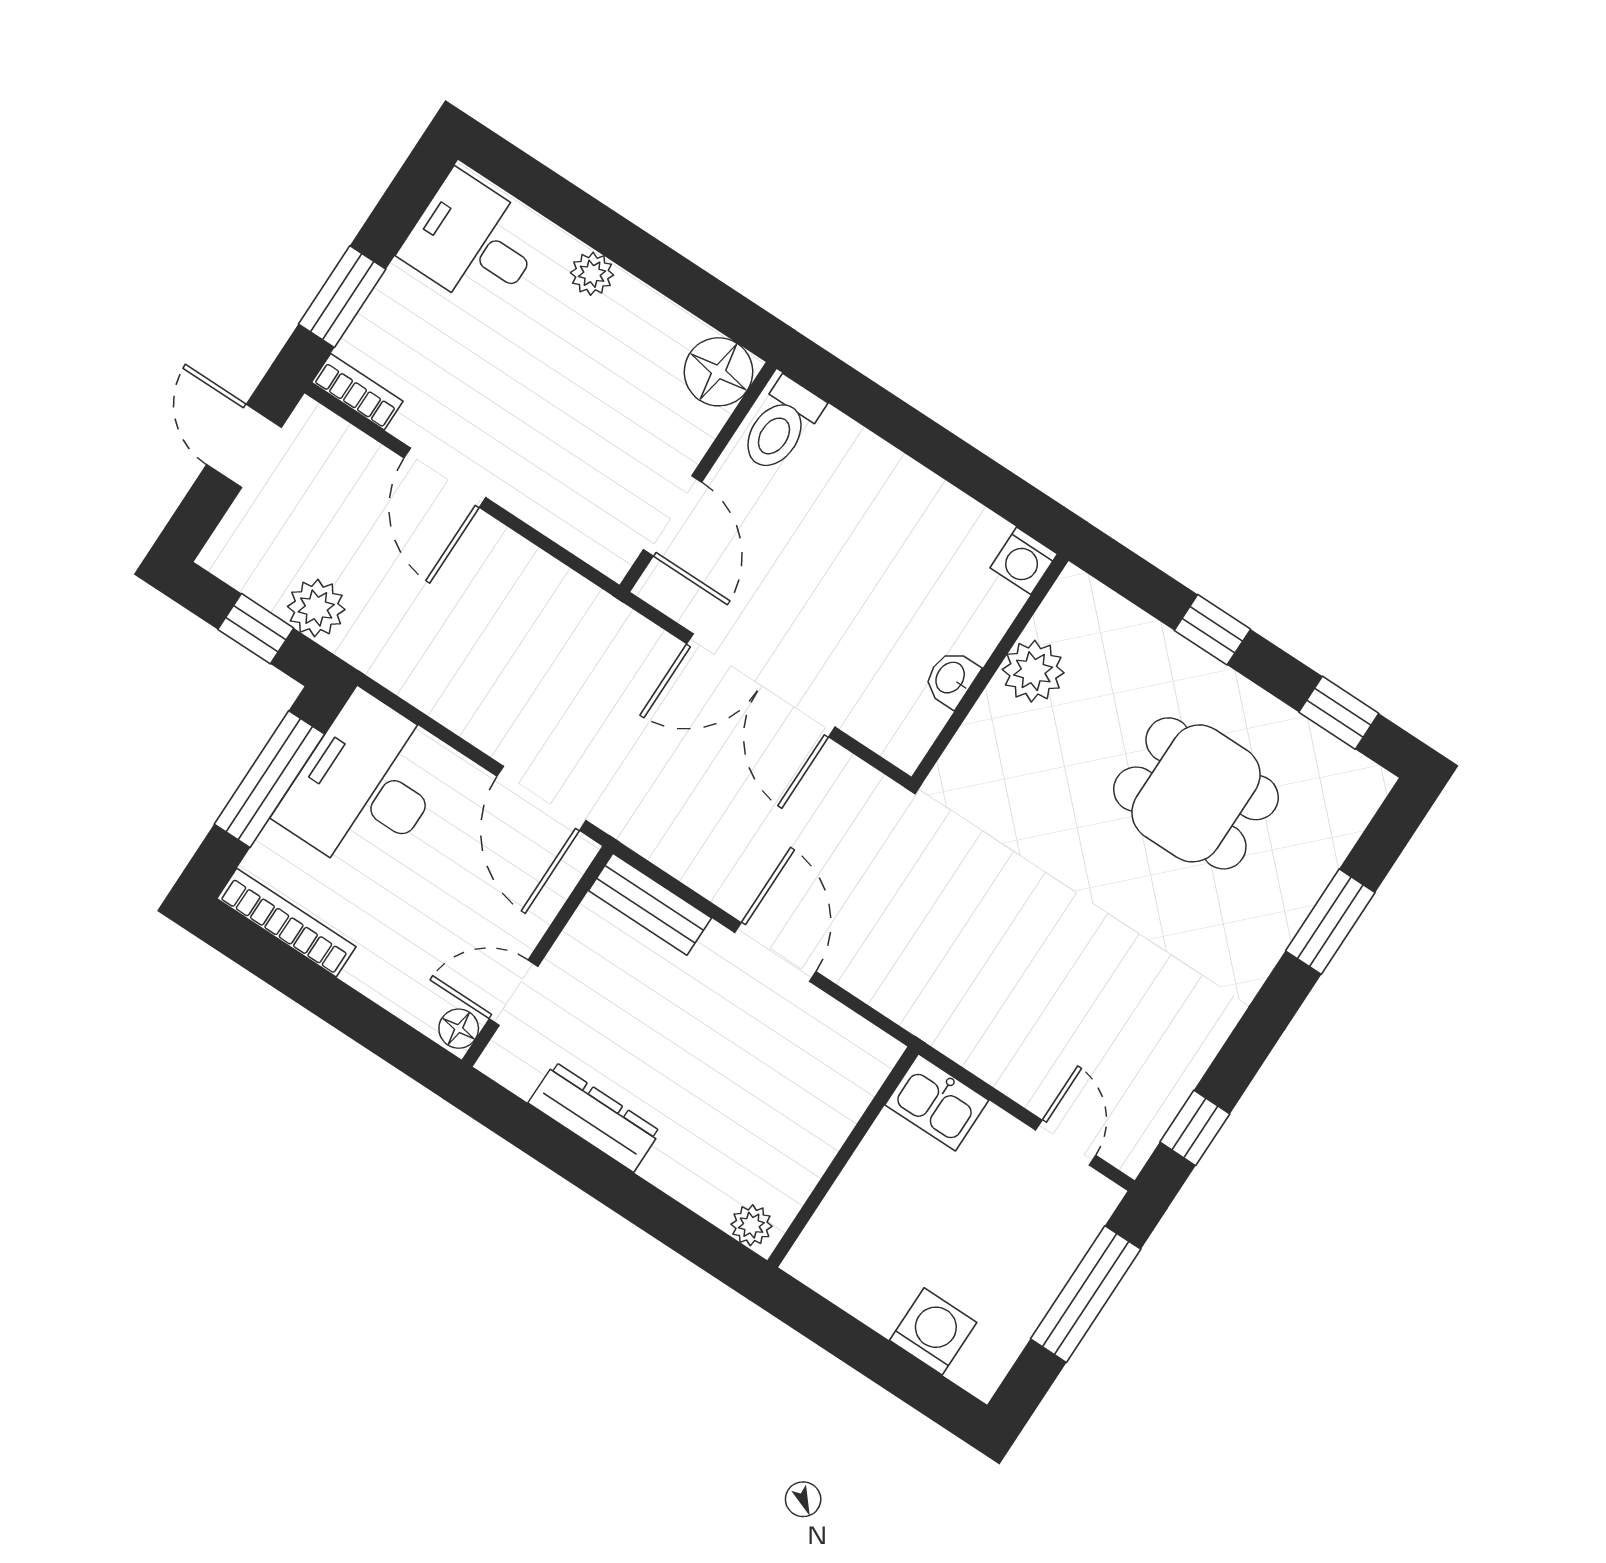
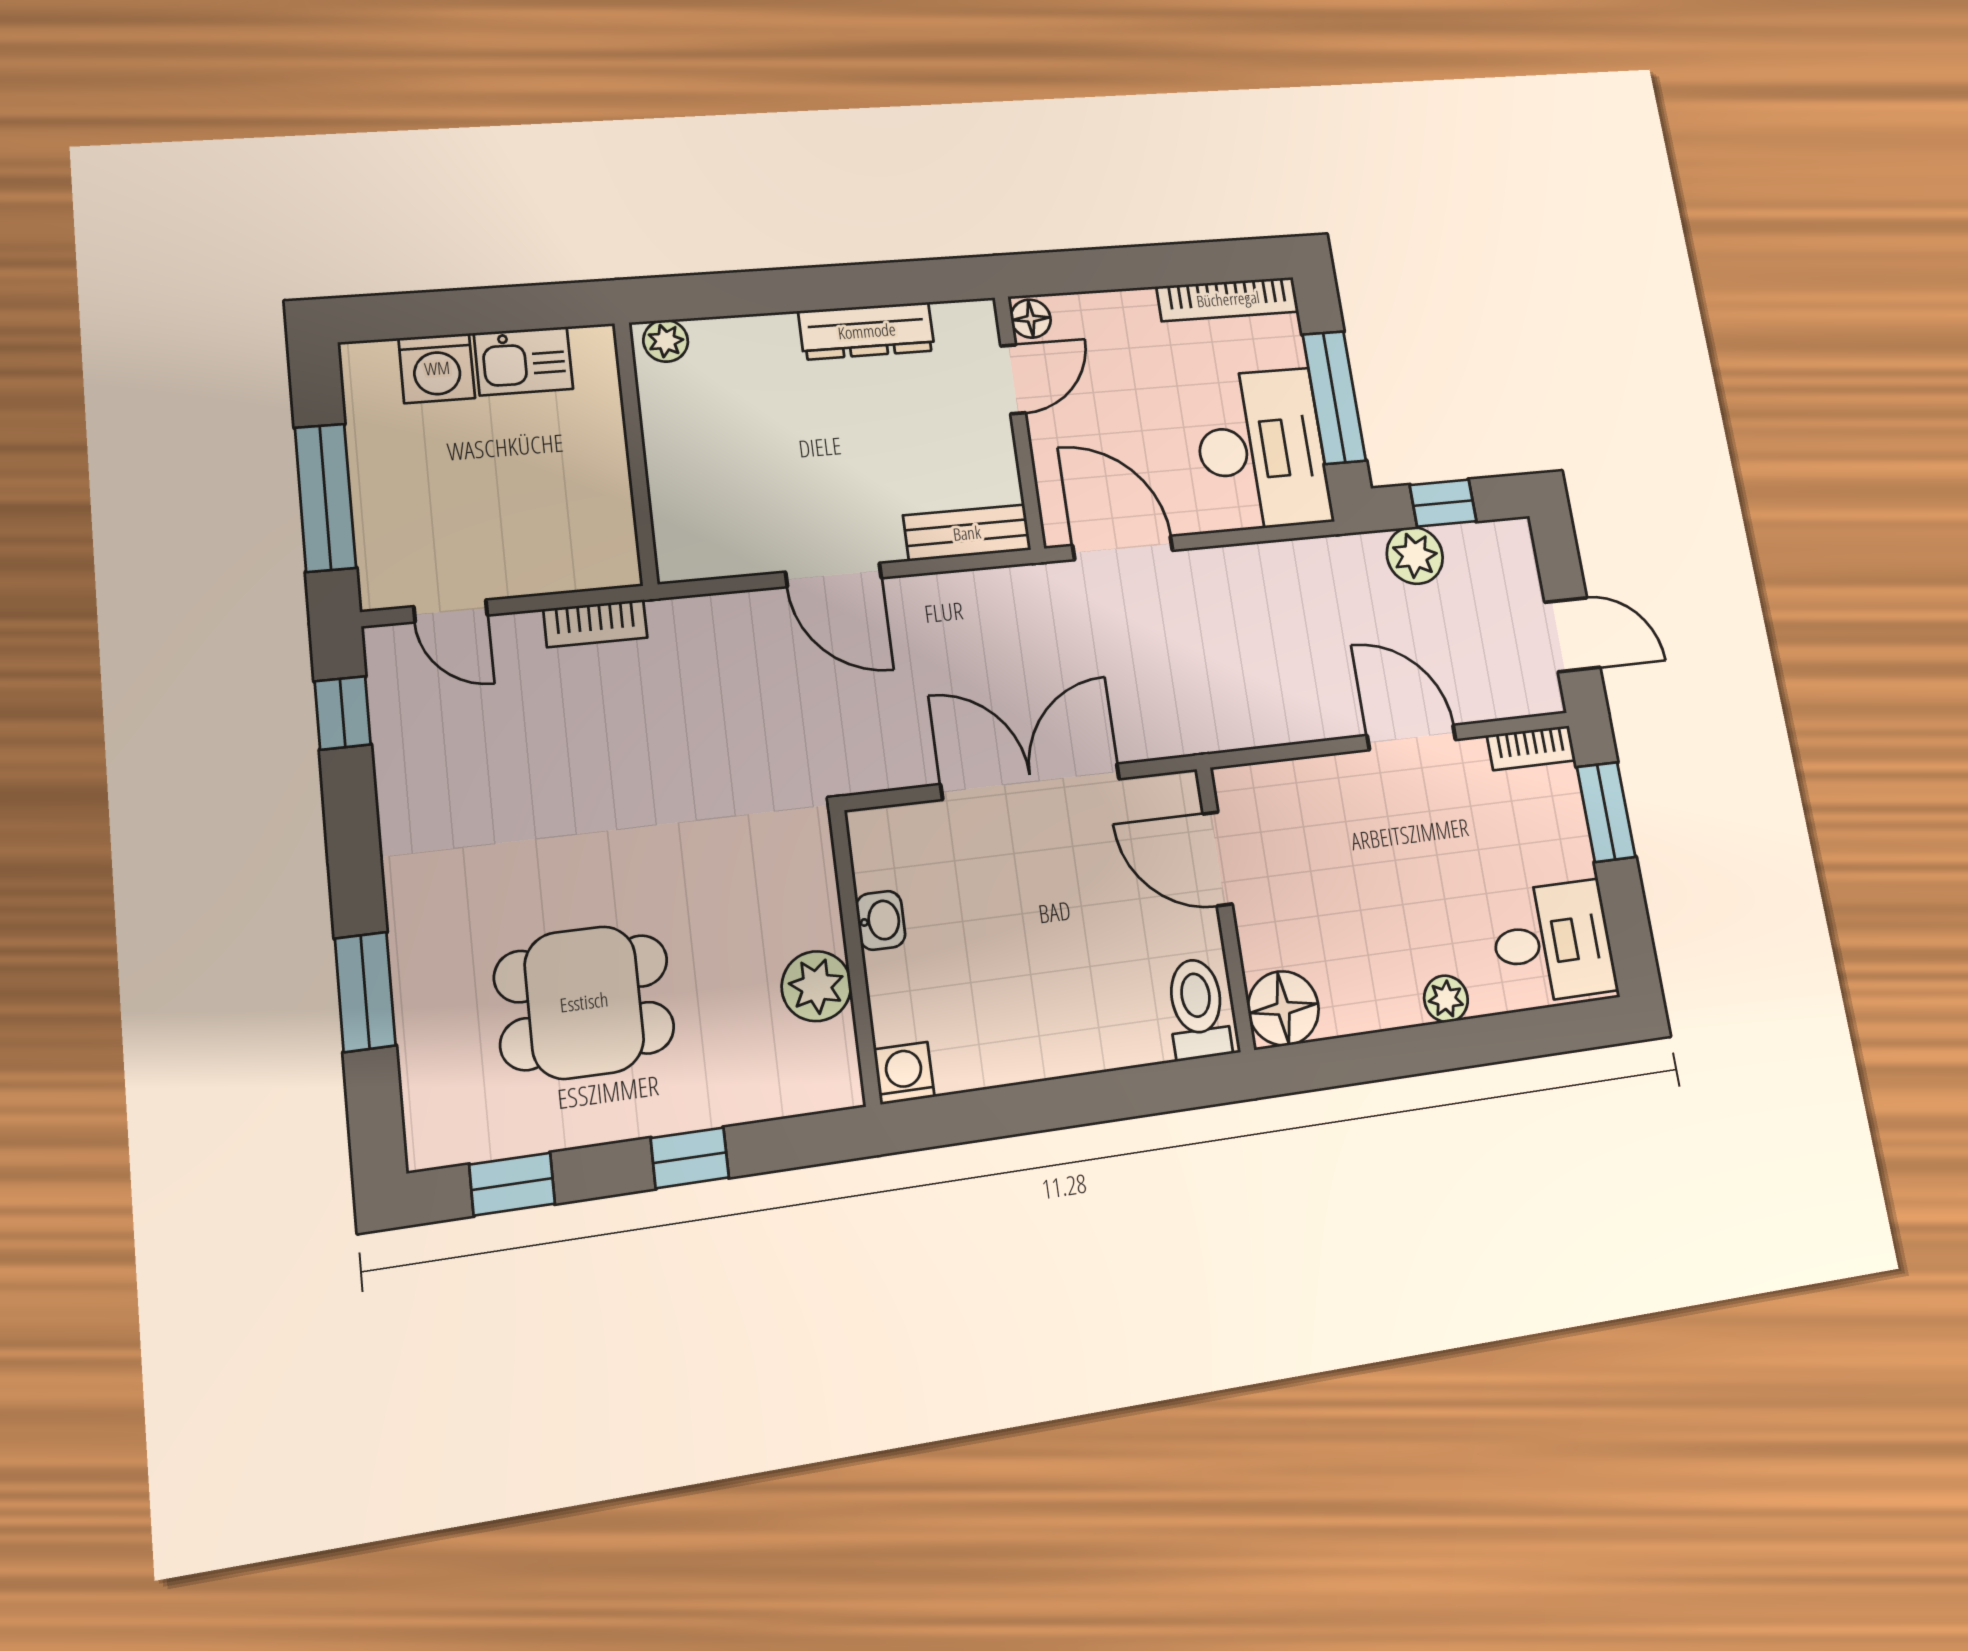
bookcase: (974, 1053) -> (595, 623), added
kitchen sink: (937, 1102) -> (523, 361), moved, turned 180

